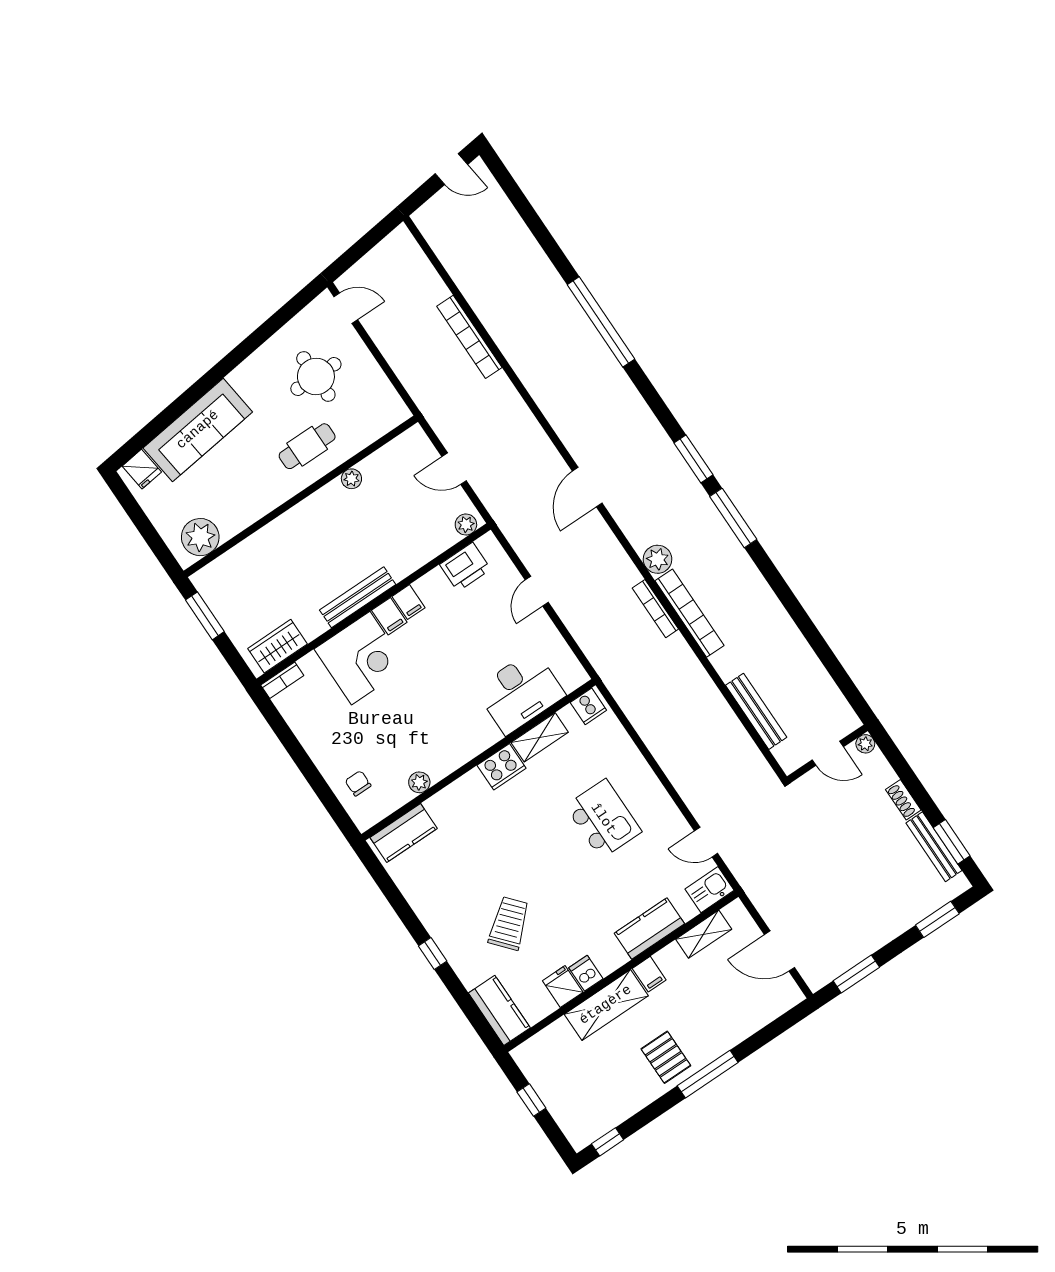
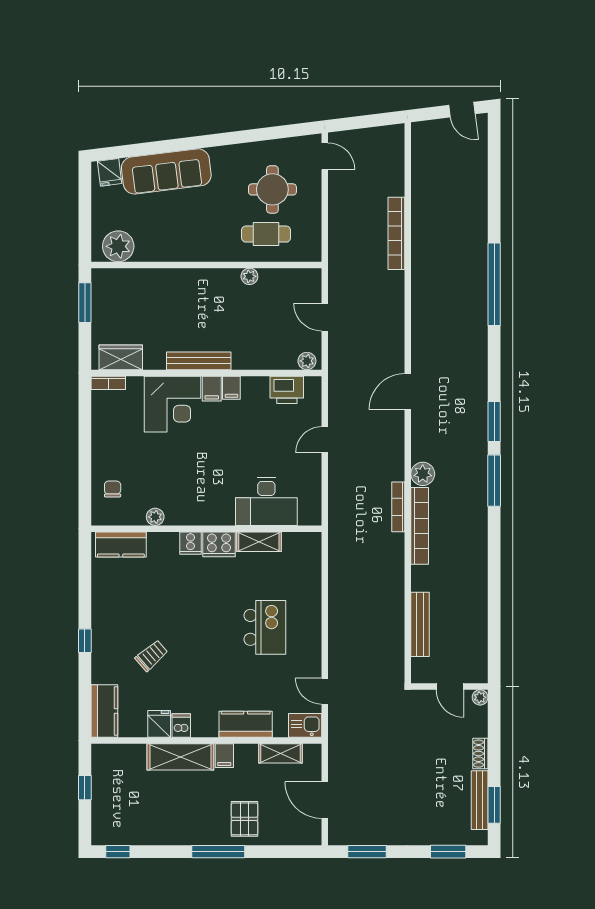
cafe table: (307, 446) -> (266, 234), moved
cooker: (588, 706) -> (190, 543), moved
trolley: (509, 923) -> (151, 656), width x0.73, depth x0.72
pallet: (666, 1057) -> (245, 819), moved

